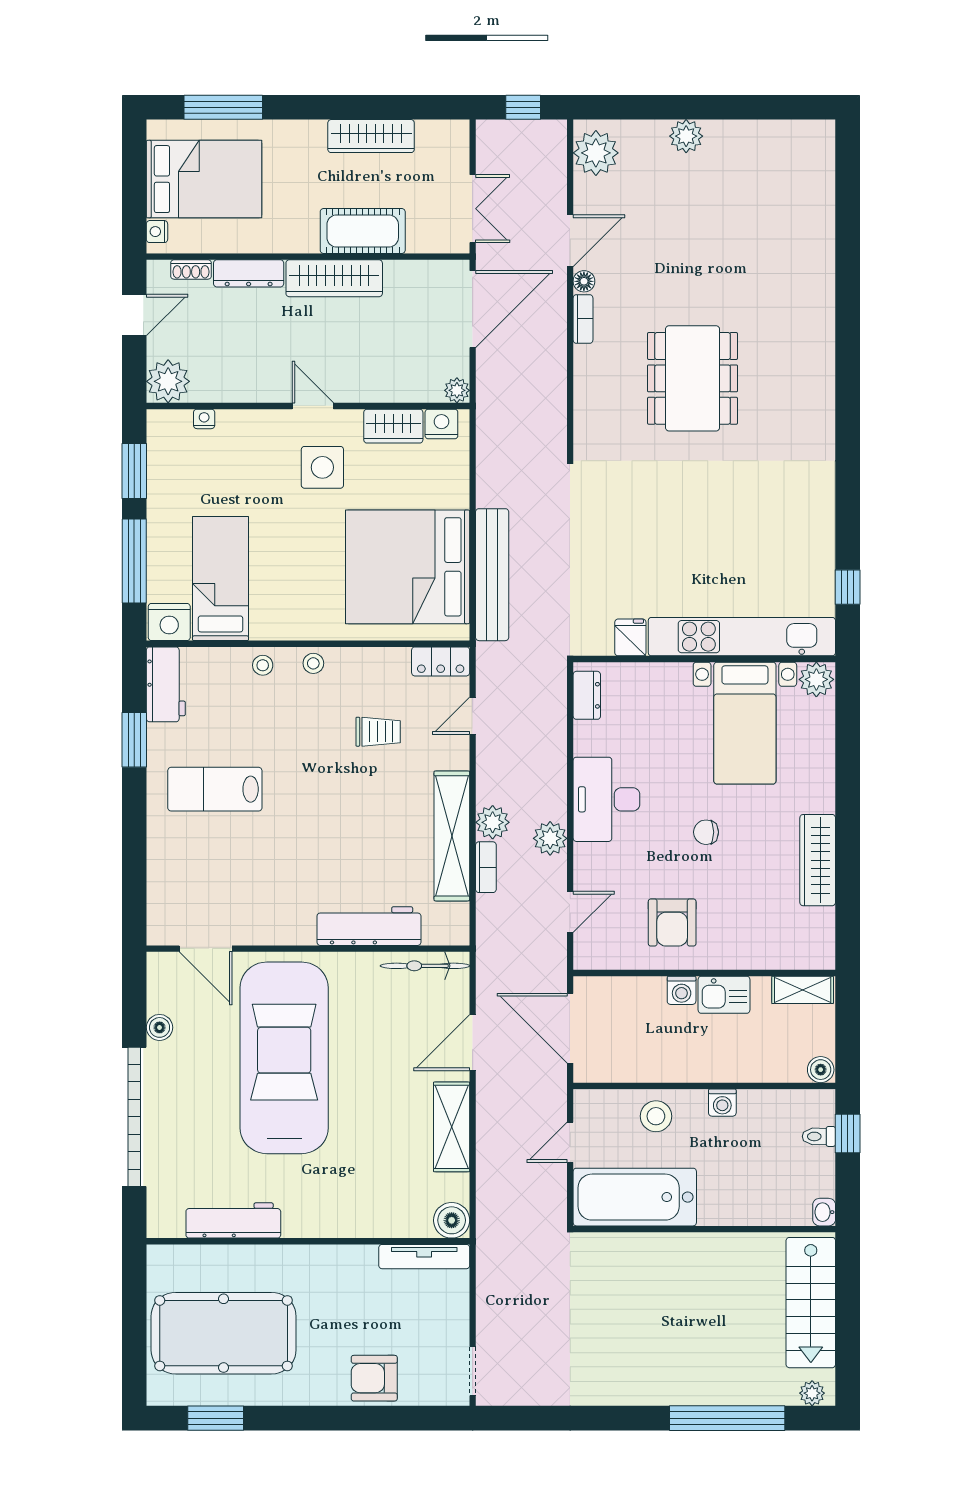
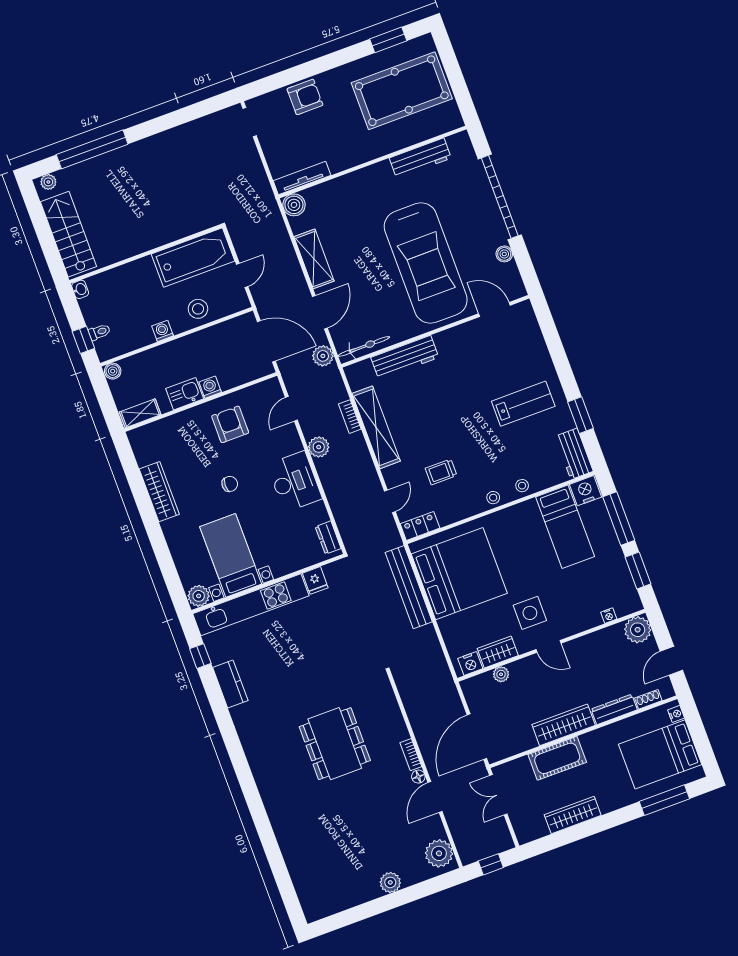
plant: (457, 390) -> (501, 674), moved
kitchen counter: (818, 528) -> (230, 684), added
plant: (493, 822) -> (323, 356), moved

